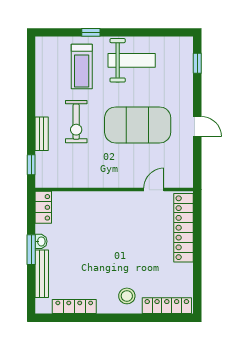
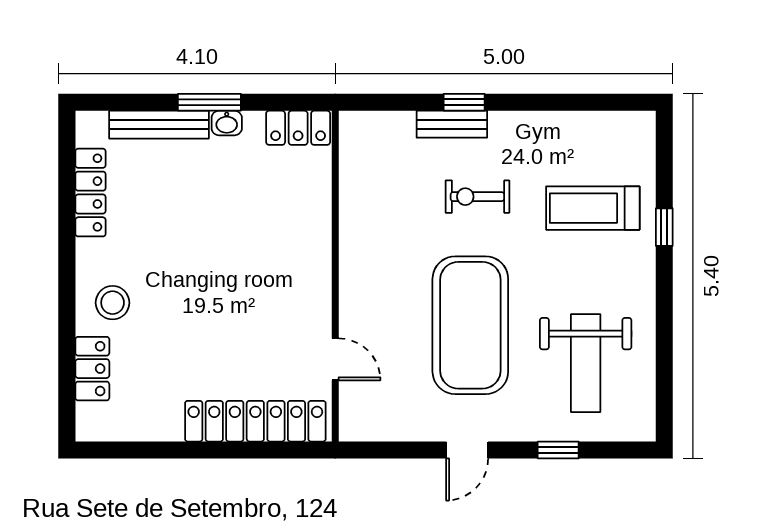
weight bench: (132, 60) -> (586, 363), moved
window: (197, 63) -> (558, 450), moved
exercise bike: (76, 122) -> (477, 197), width x0.73, depth x0.72
window: (31, 165) -> (464, 102), moved
locker: (167, 306) -> (92, 369), width x0.66

